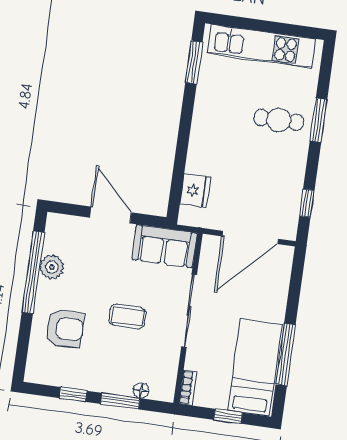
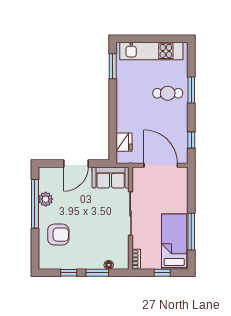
door: (110, 215) -> (76, 163), swing flipped
door: (250, 238) -> (161, 165), swing flipped
coffee table: (127, 316) -> (94, 222), removed

